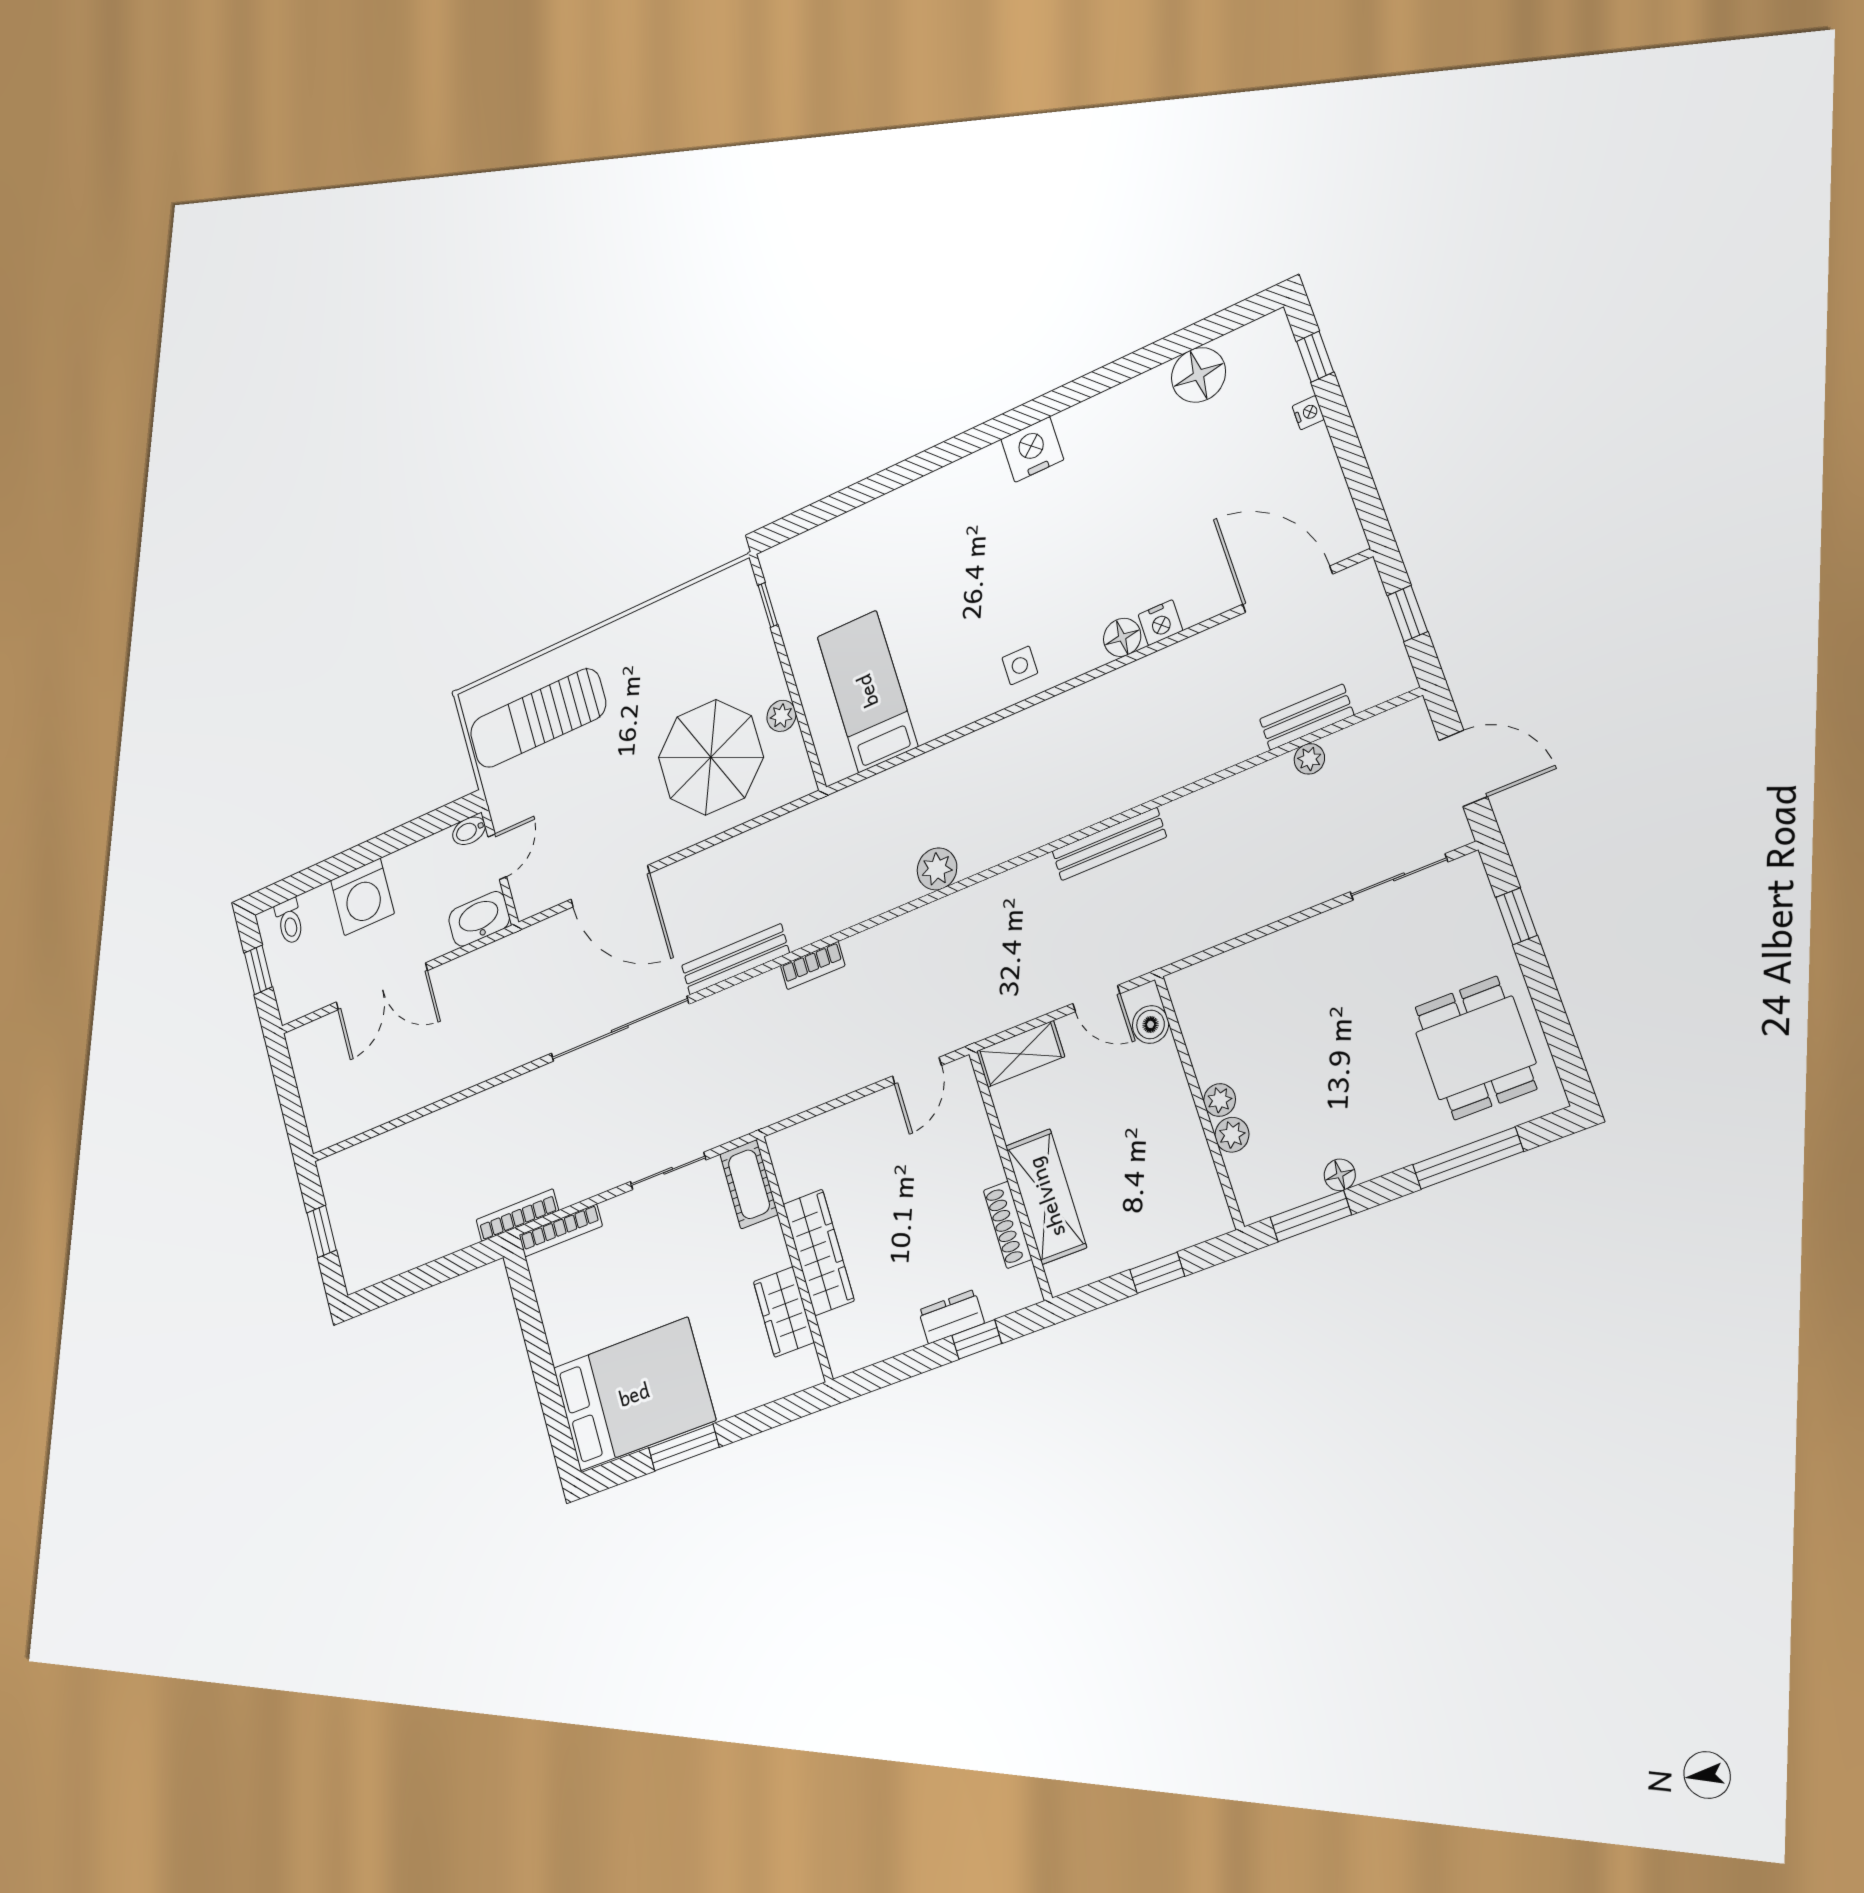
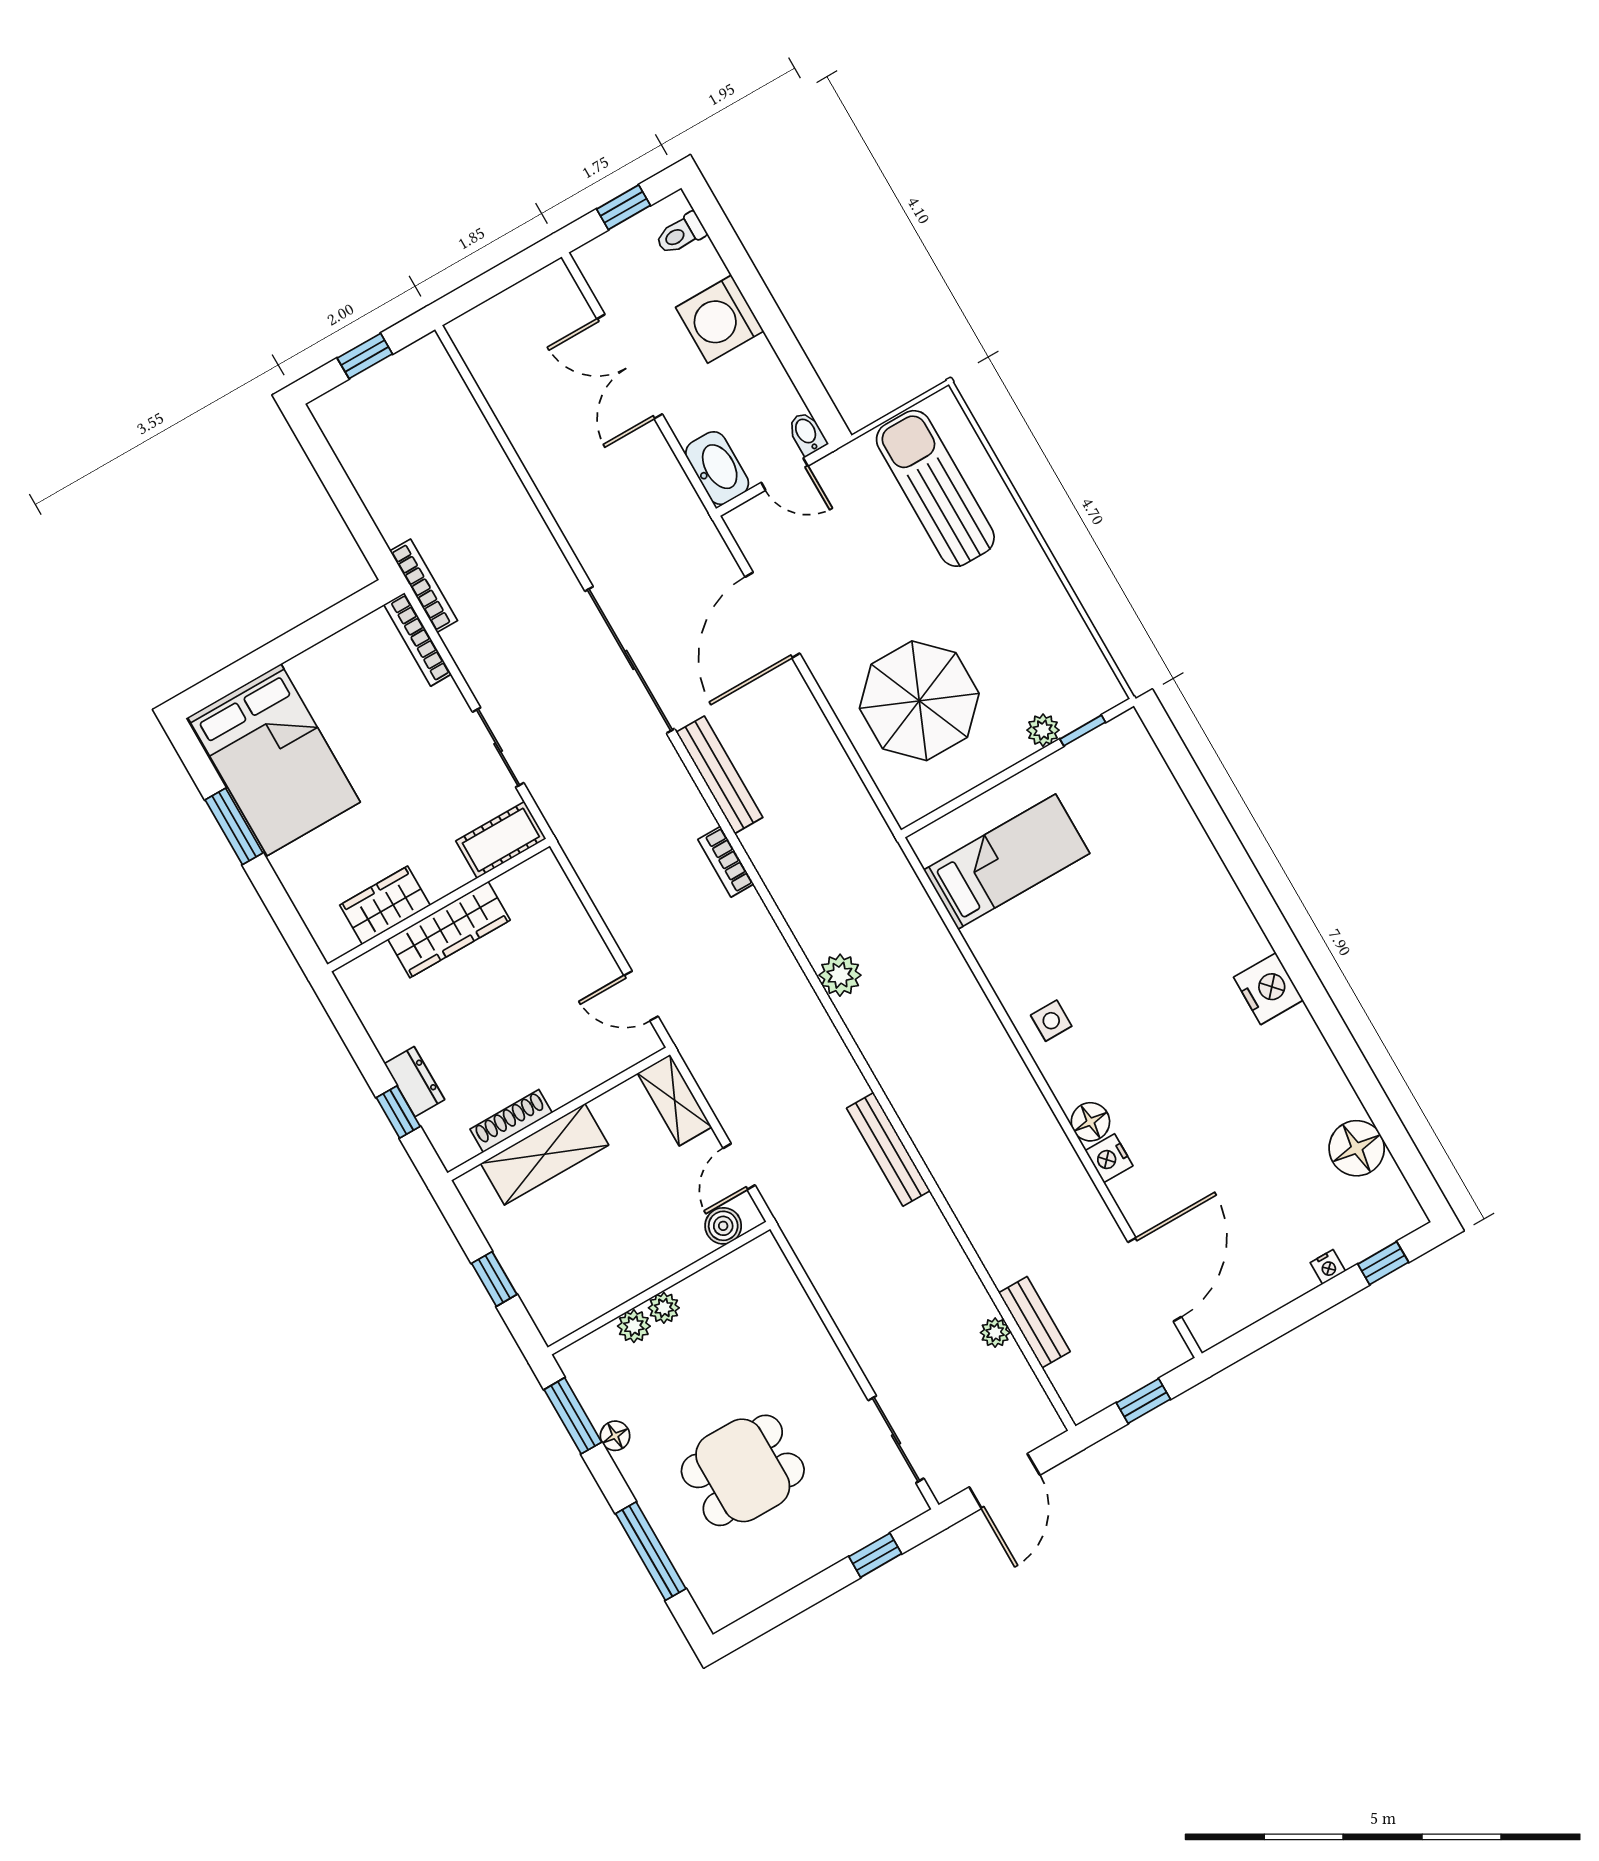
plant: (781, 716) -> (1043, 730), moved
dining table: (1476, 1048) -> (743, 1470), moved

